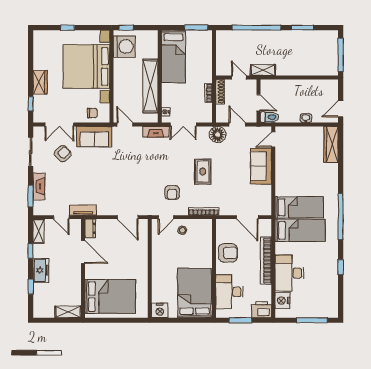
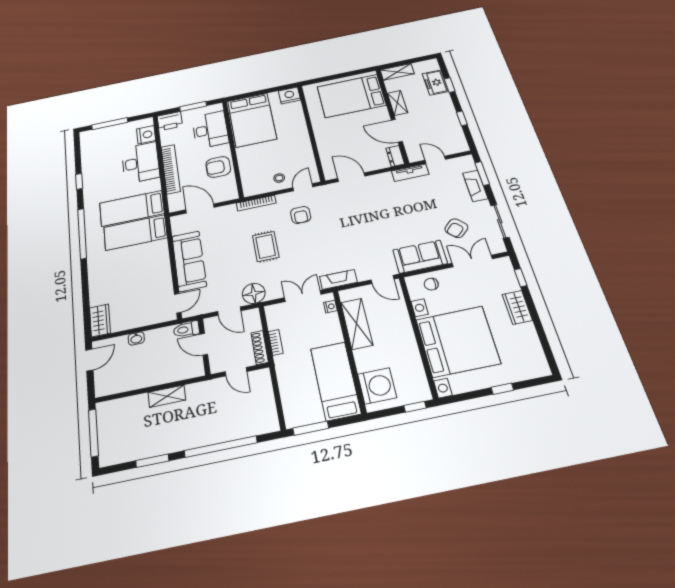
washing machine: (124, 47) -> (377, 386), moved, turned 180
shelving: (263, 70) -> (167, 396), moved
shelving: (150, 86) -> (357, 324), width x0.68
wardrobe: (331, 144) -> (100, 320), width x0.67
sofa: (261, 166) -> (189, 261), width x1.36
armchair: (172, 193) -> (301, 215), turned 180
shelving: (39, 231) -> (397, 103), moved
freezer: (41, 270) -> (435, 83), moved

